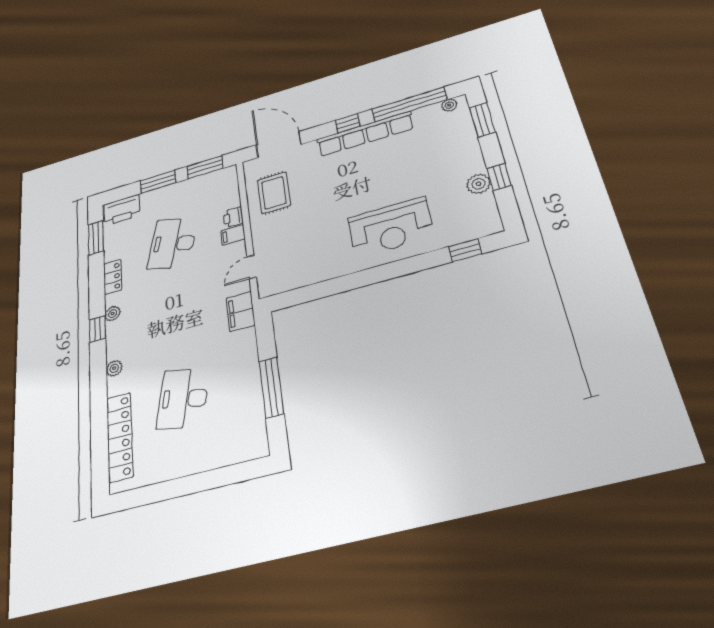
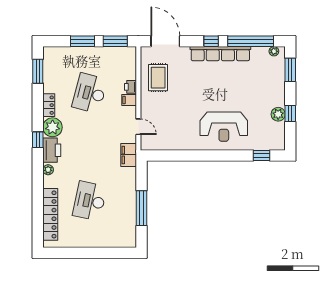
printer: (122, 210) -> (52, 150), moved, turned -90
door: (252, 267) -> (138, 127), swing flipped
plant: (113, 314) -> (53, 127), width x1.88, depth x1.88

